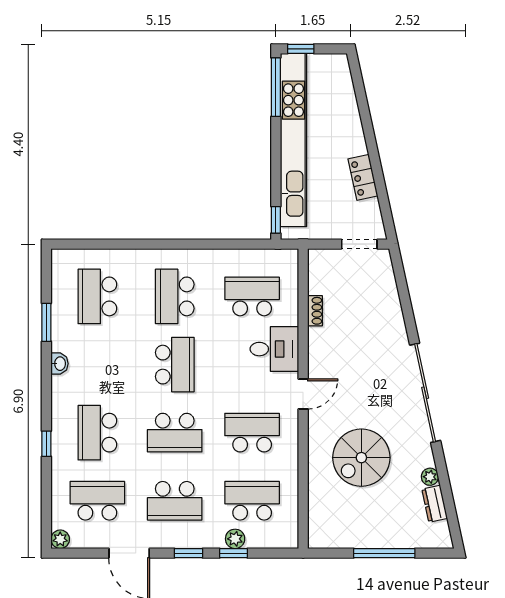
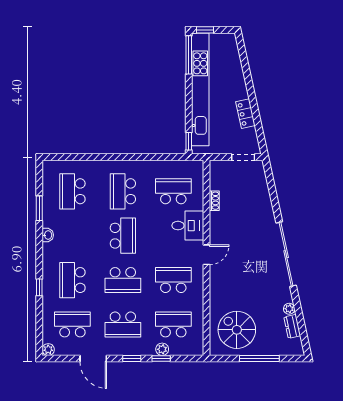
spiral stairs: (361, 458) -> (237, 330), moved, turned 90

